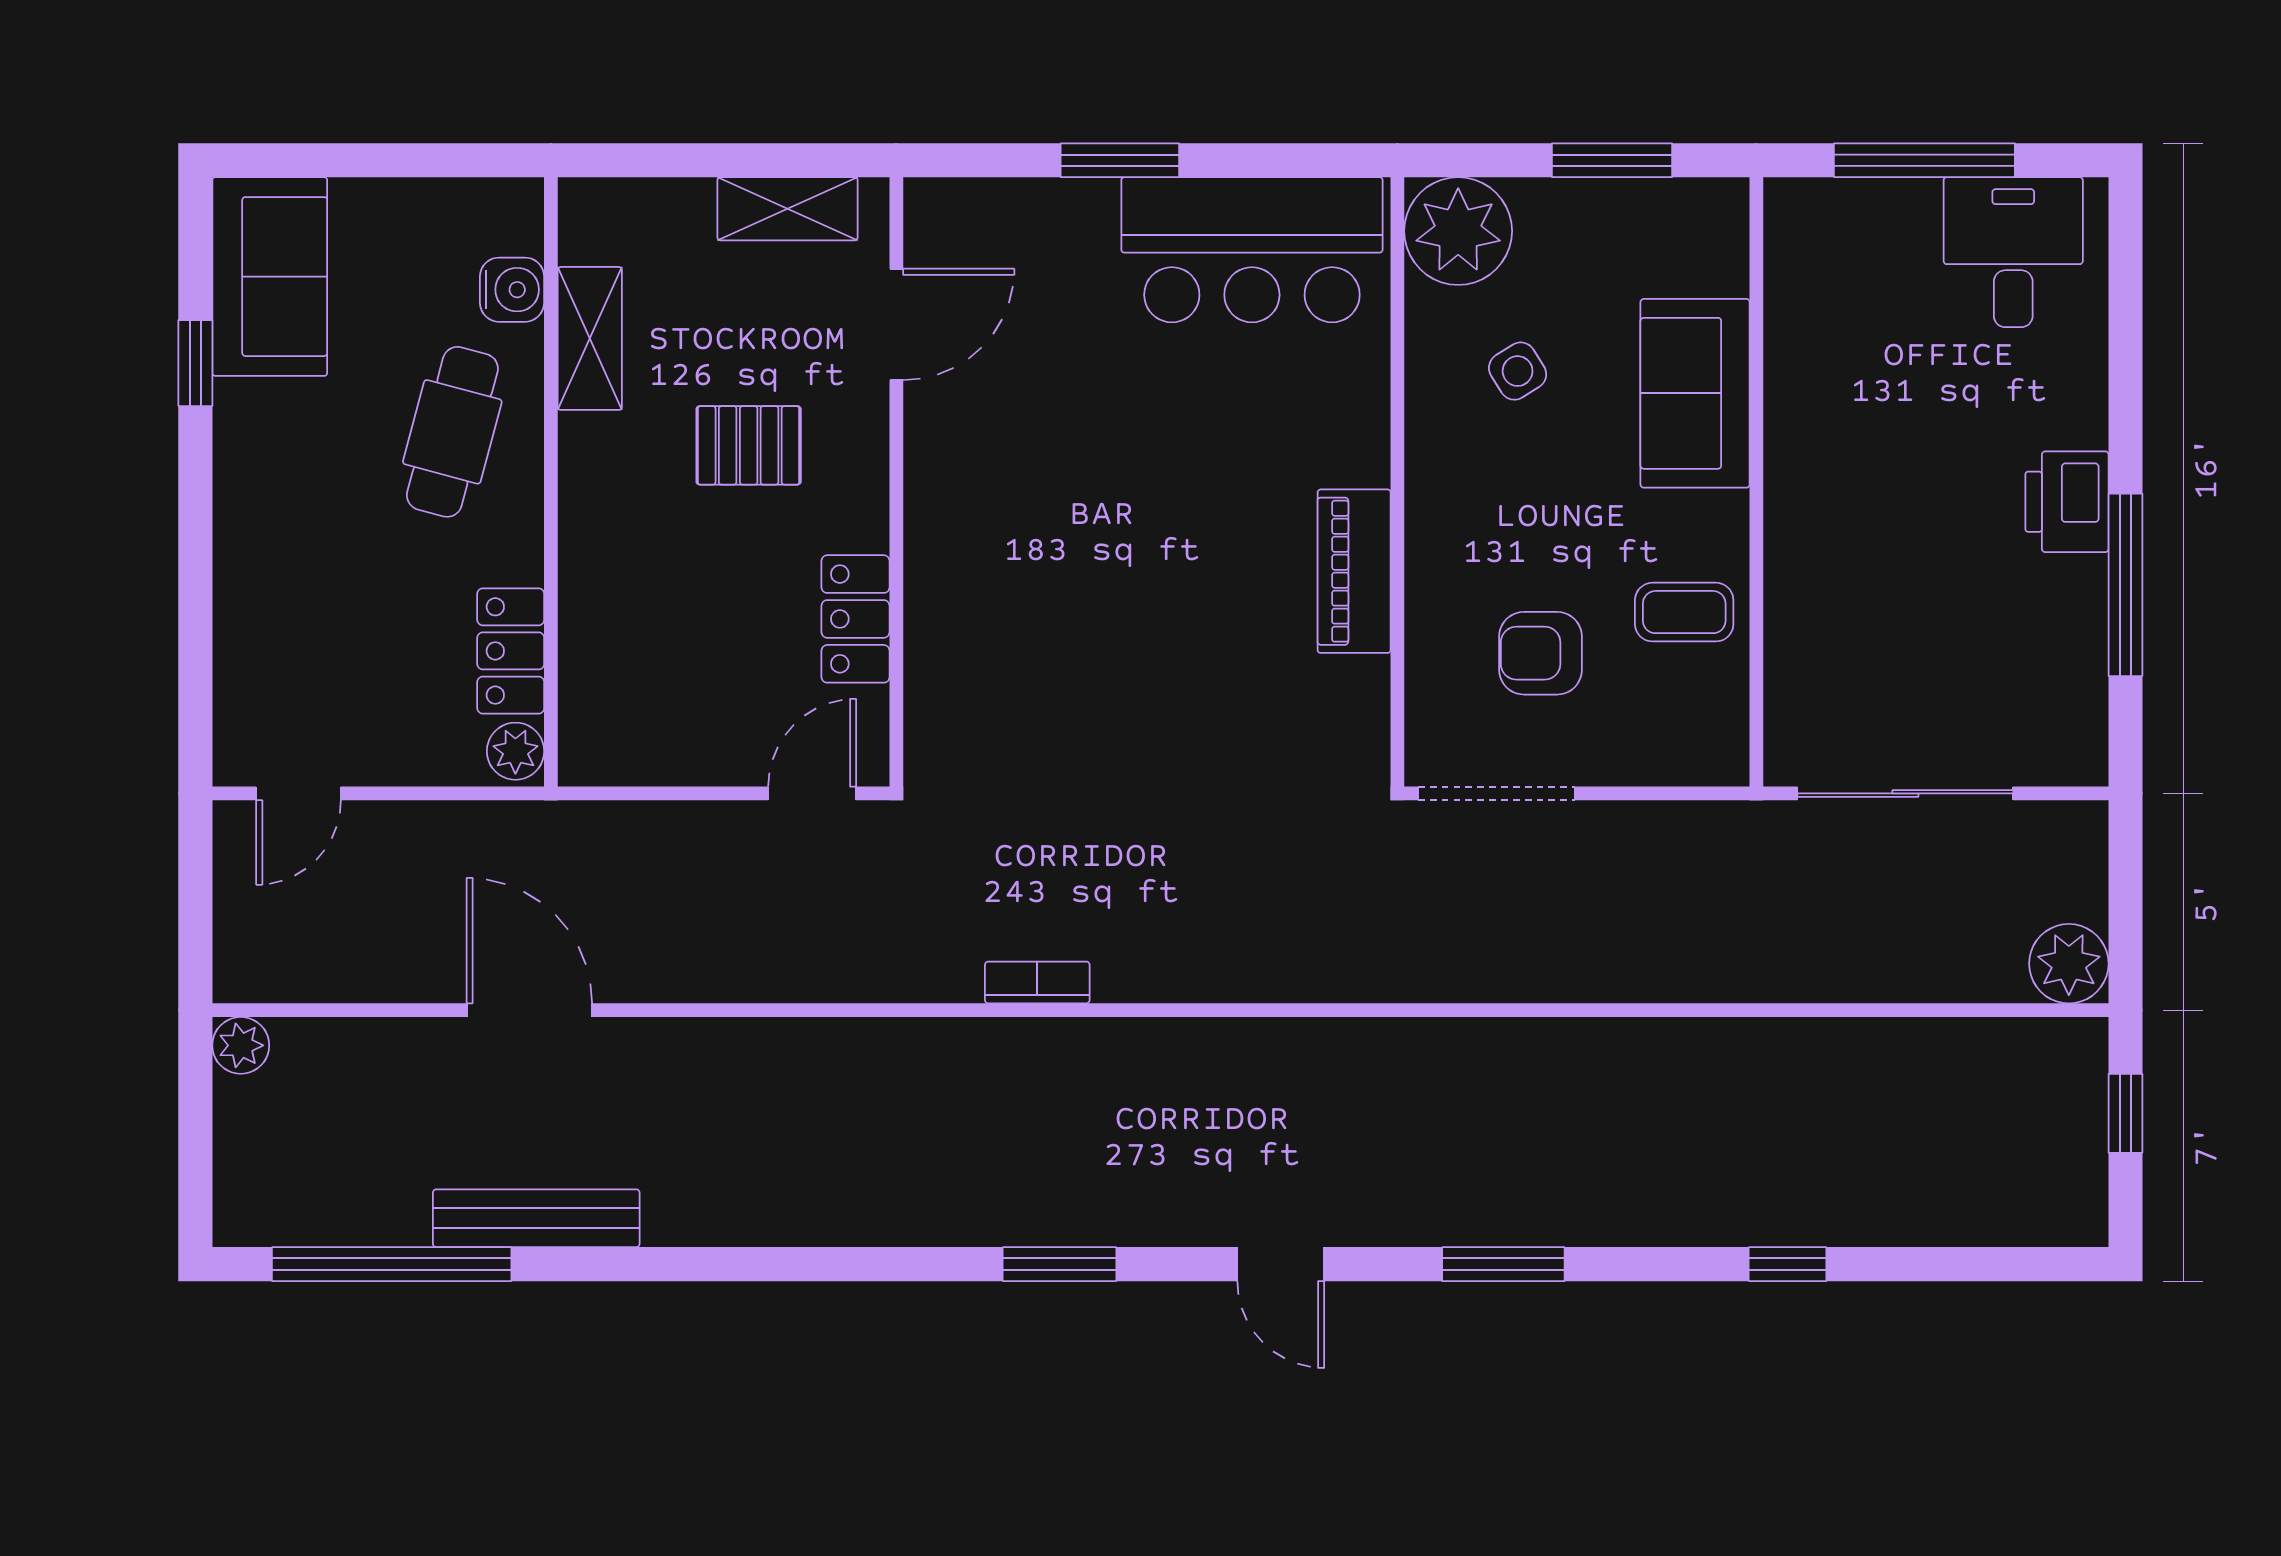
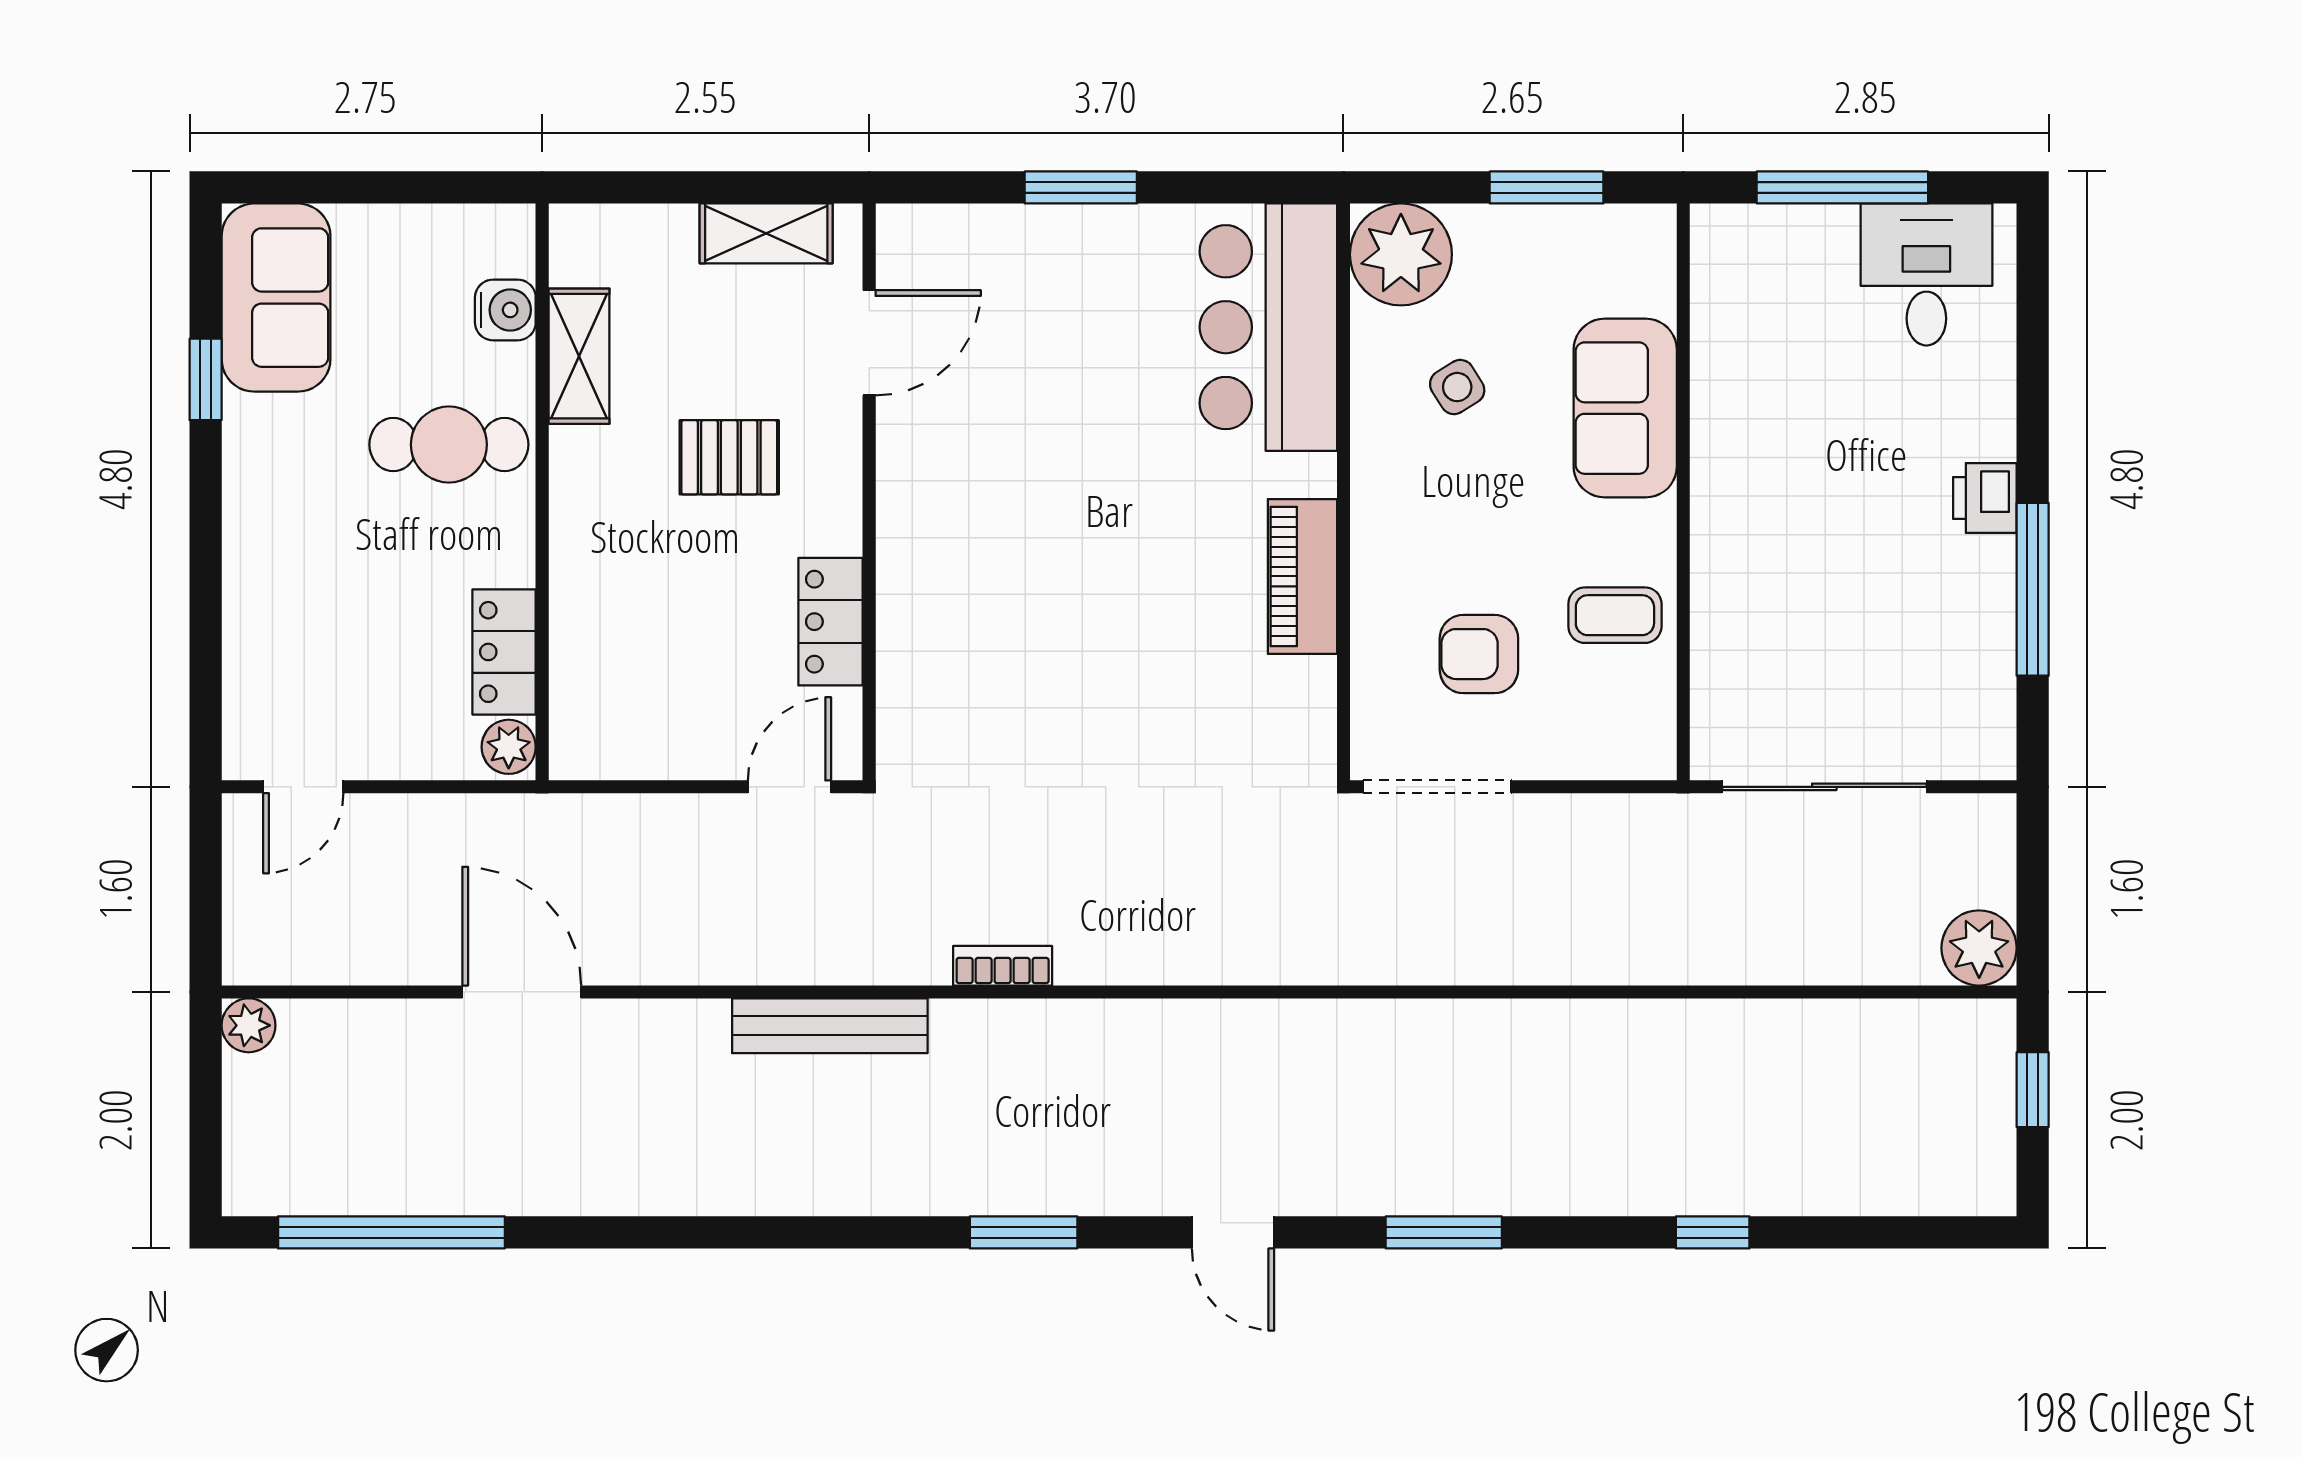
bar counter: (1252, 250) -> (1268, 327), moved, turned 90
cafe table: (452, 432) -> (449, 445), turned 75
printer: (2067, 502) -> (1985, 498), width x0.73, depth x0.81
bench: (536, 1218) -> (830, 1026), moved

